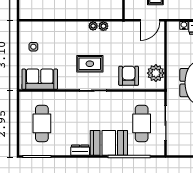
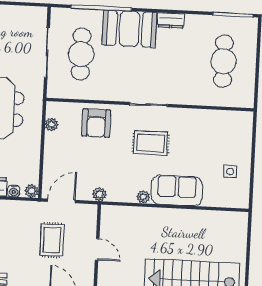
plant: (103, 26) -> (99, 194), moved
plant: (171, 26) -> (32, 191), added
plant: (156, 73) -> (51, 125), width x0.53, depth x0.53
sofa: (40, 79) -> (177, 190), moved, turned 180

